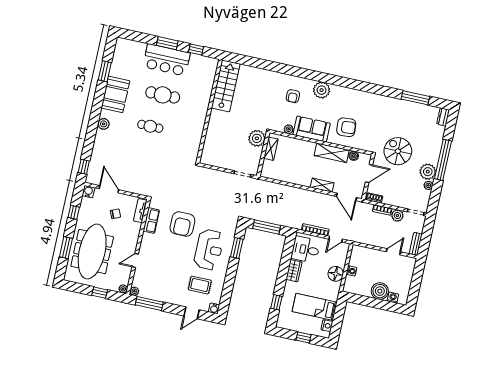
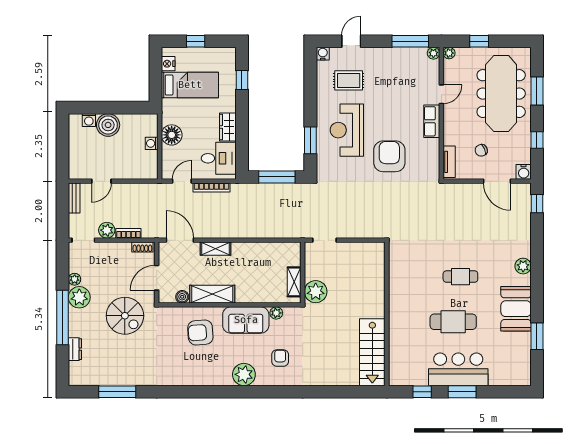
dresser: (443, 117) -> (75, 349), moved
row of seats: (151, 220) -> (432, 121), moved

